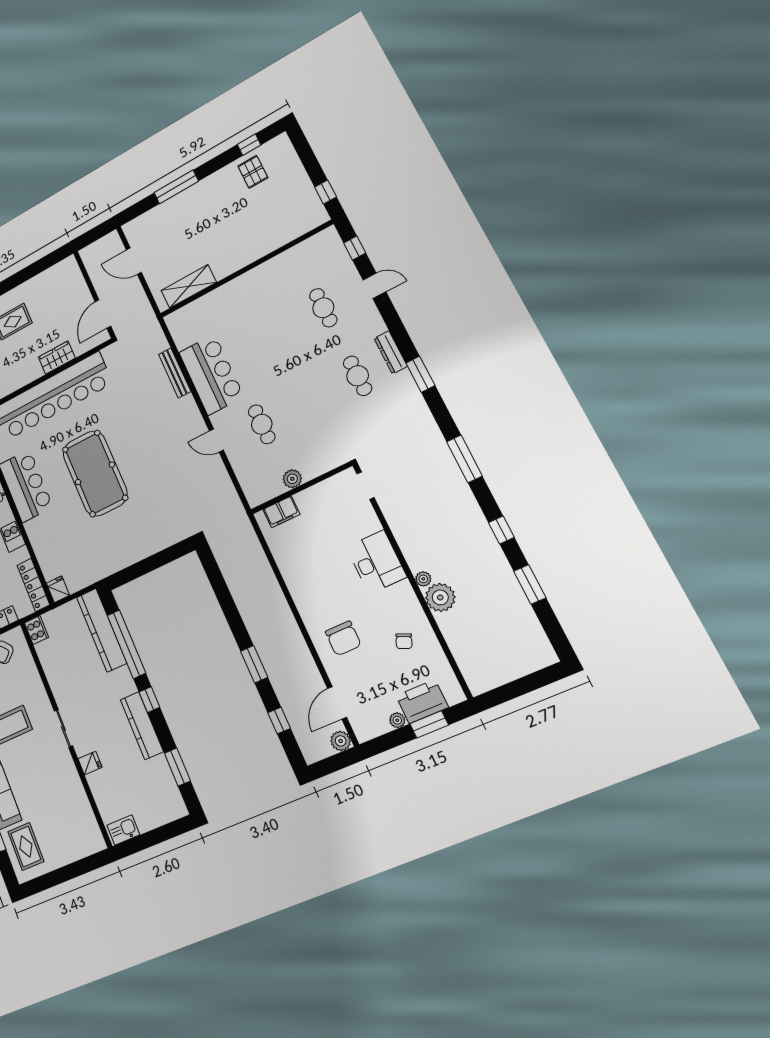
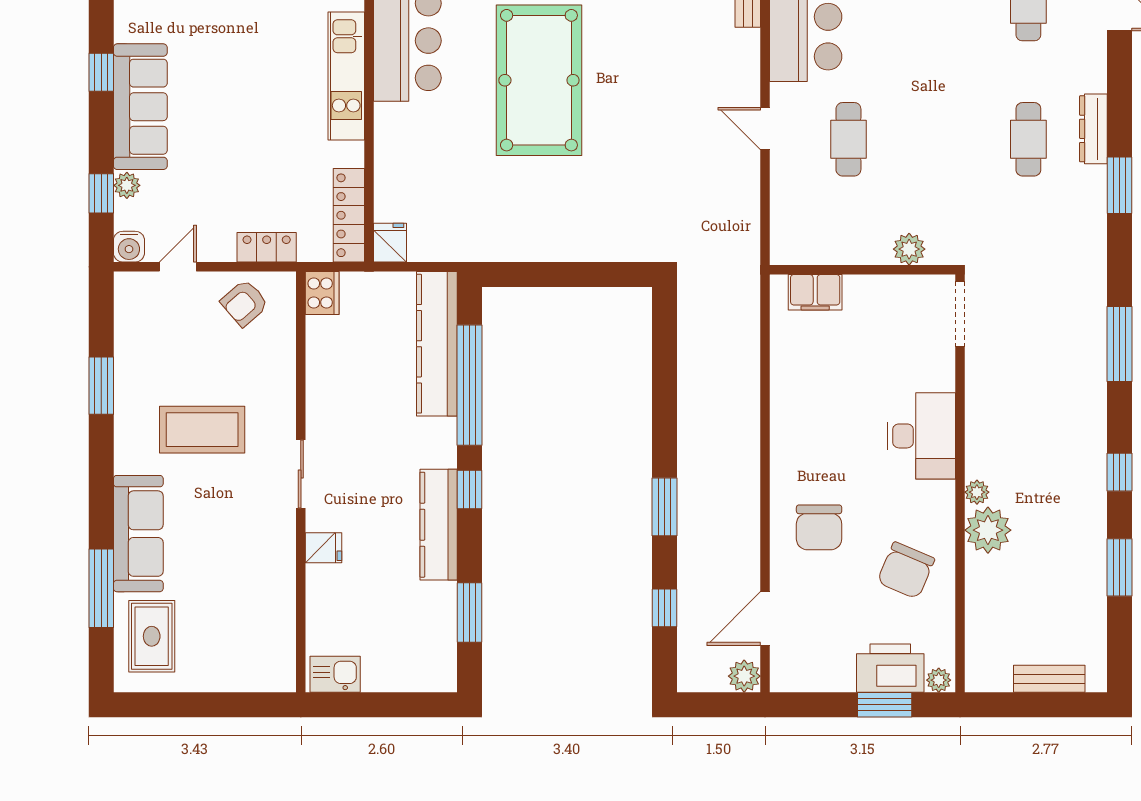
plant: (292, 479) -> (909, 249), moved
doorway: (366, 486) -> (960, 314), width x1.38
chair: (404, 641) -> (906, 570), width x1.87, depth x1.87
bench: (520, 668) -> (1049, 679), added
plant: (397, 720) -> (939, 680), moved

